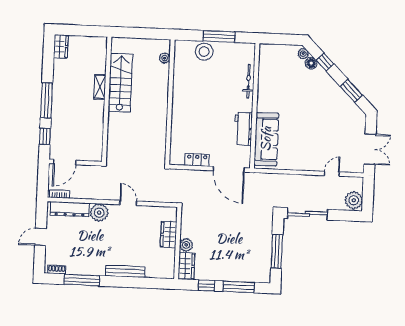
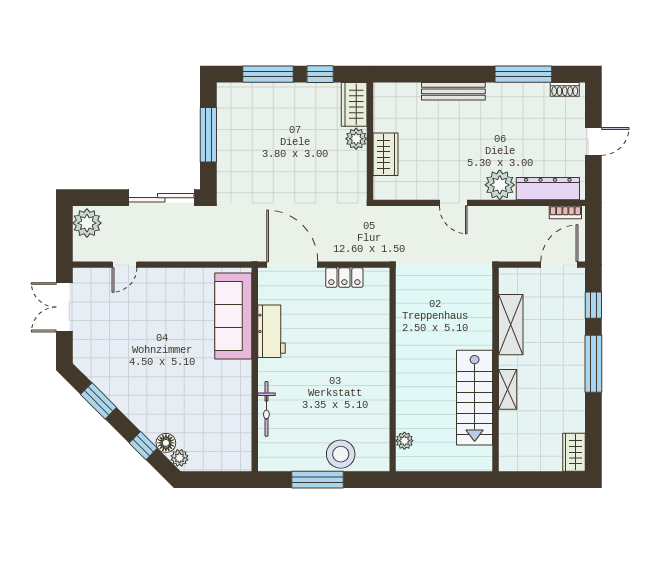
shelving: (96, 126) -> (511, 325), added

